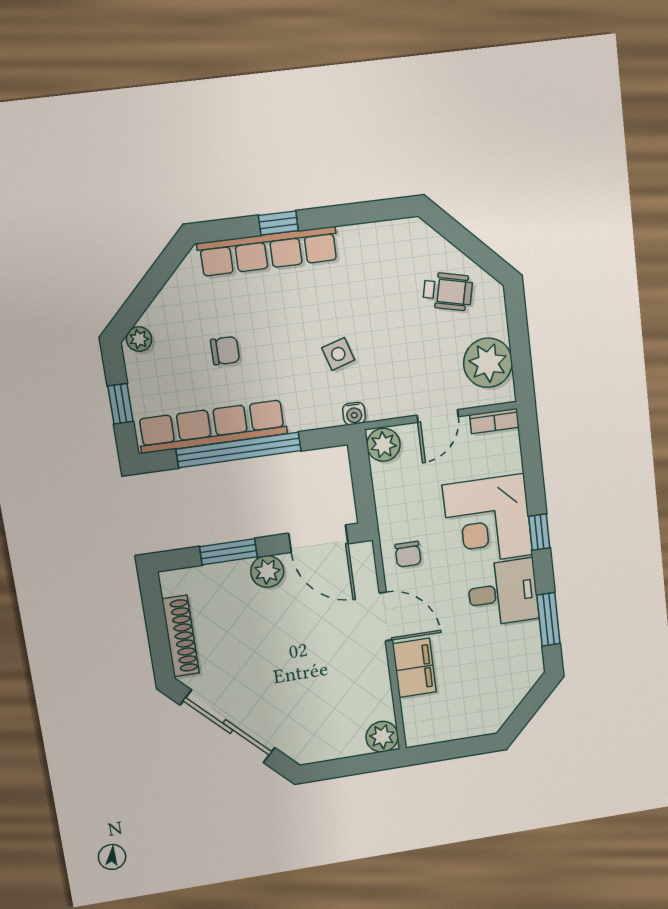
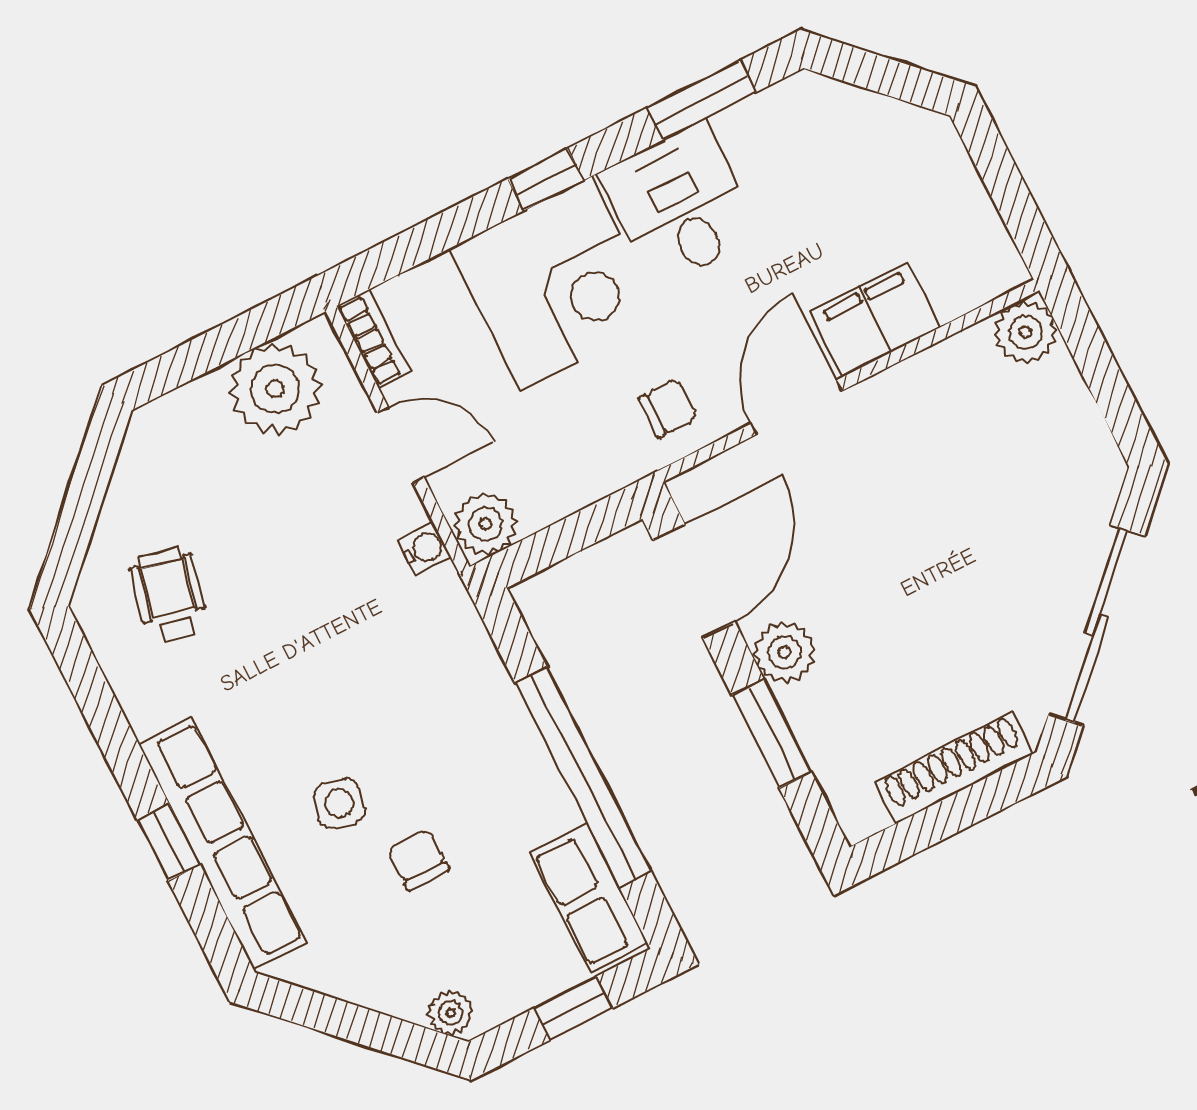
wheelchair: (448, 291) -> (169, 595), moved
side table: (338, 354) -> (339, 803), moved, turned 30
water cooler: (354, 414) -> (424, 549), moved
row of seats: (212, 427) -> (589, 898), width x0.50

